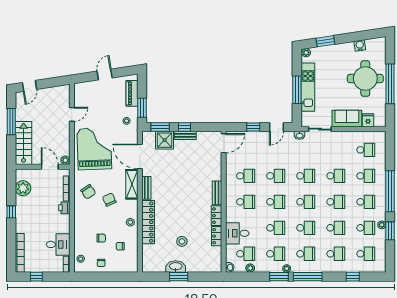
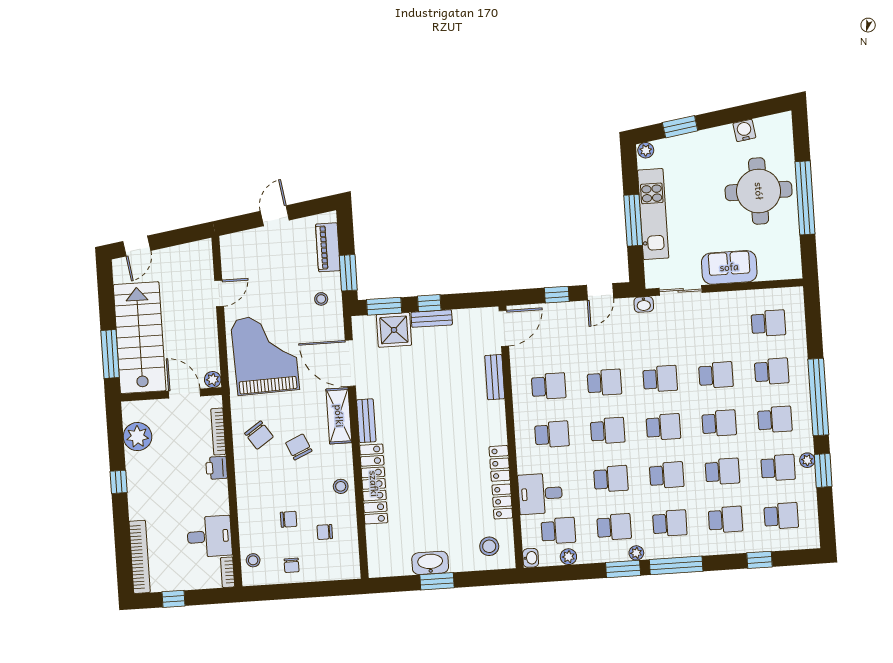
fridge: (368, 120) -> (769, 268), removed
window: (11, 122) -> (110, 354), moved
stairs: (24, 143) -> (140, 338), width x1.36, depth x1.51
bench: (217, 193) -> (495, 377), moved
stool: (182, 241) -> (489, 546), moved

